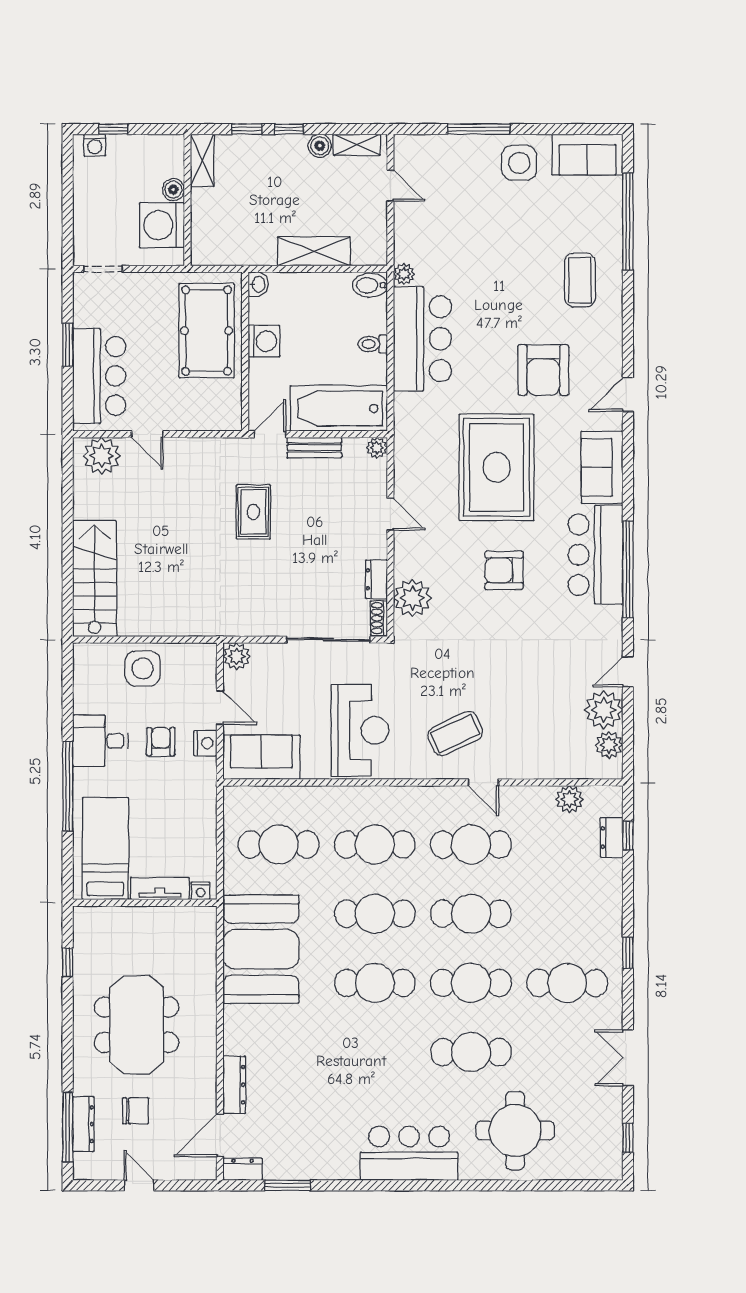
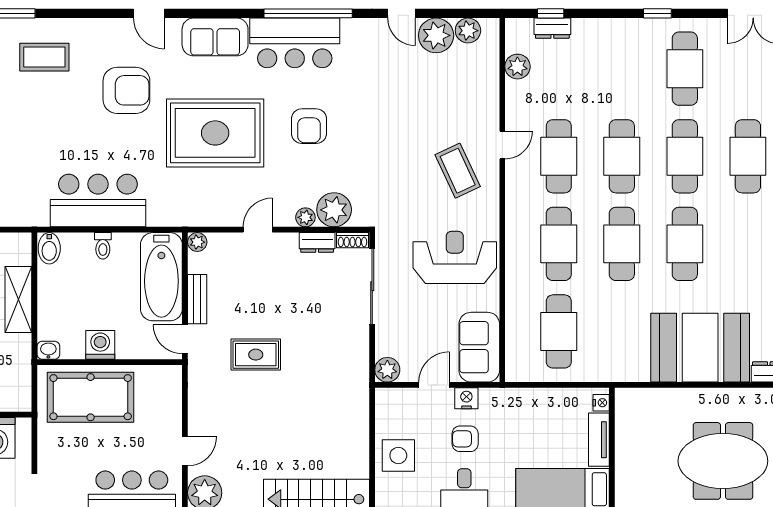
plant: (404, 274) -> (305, 217), moved
booth: (261, 949) -> (700, 348), moved

